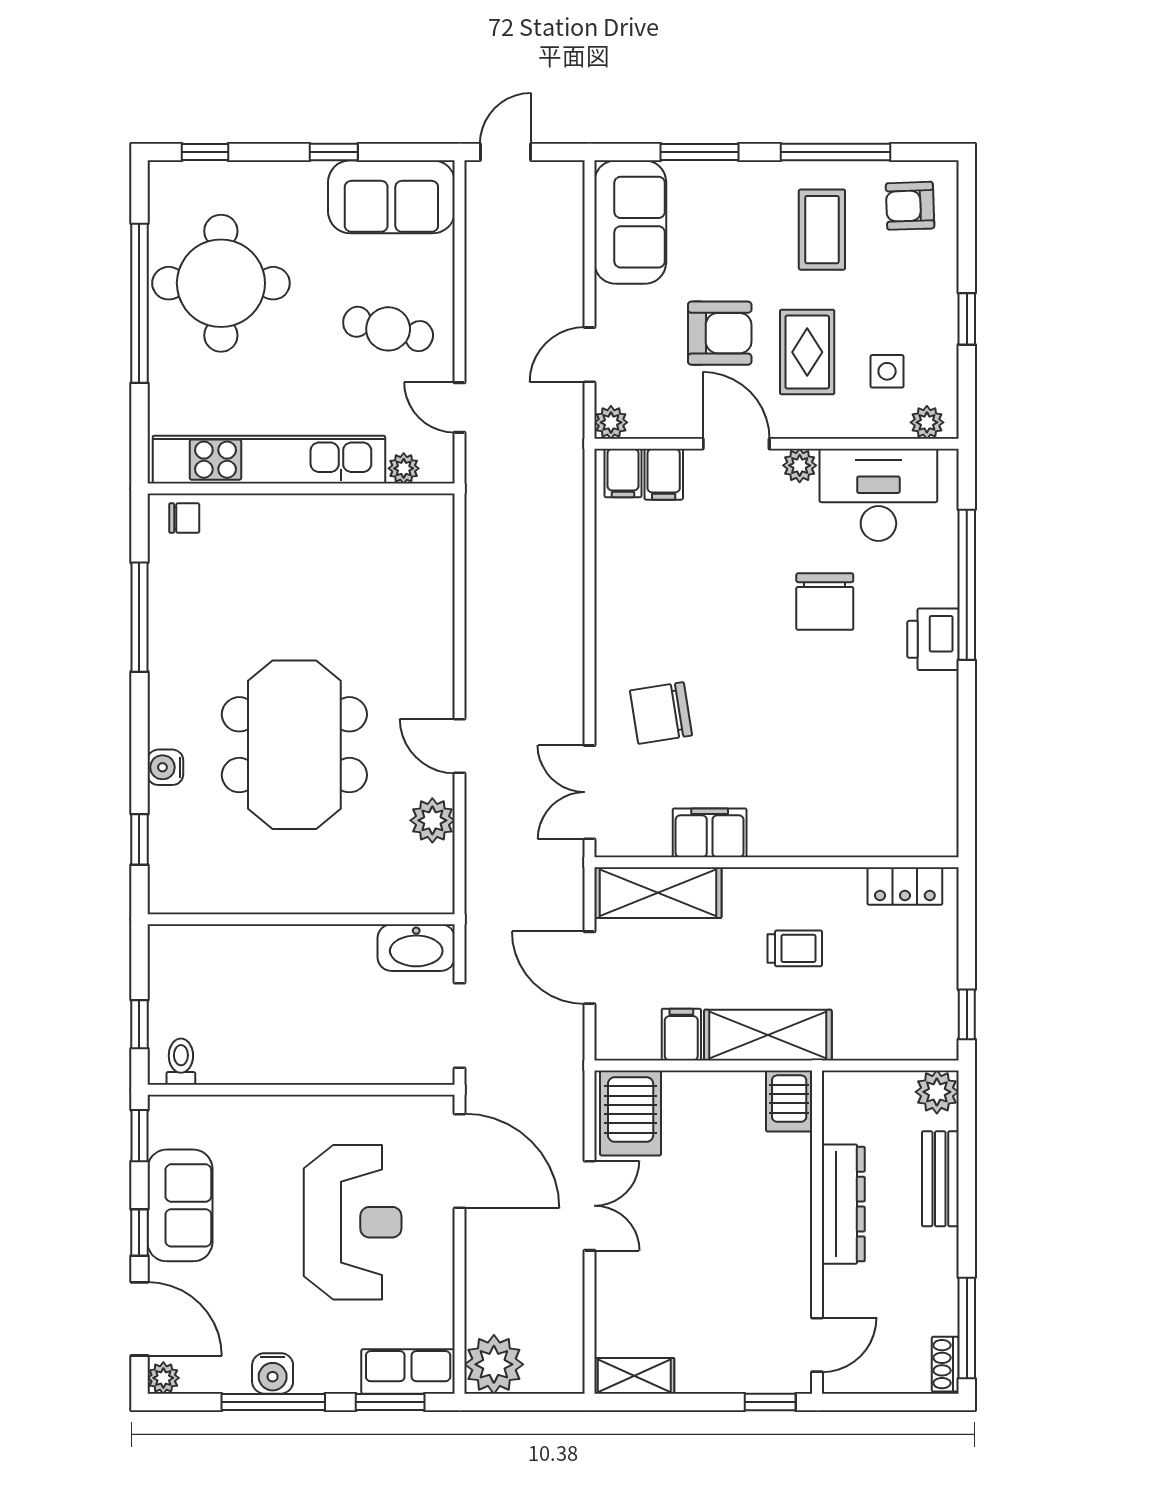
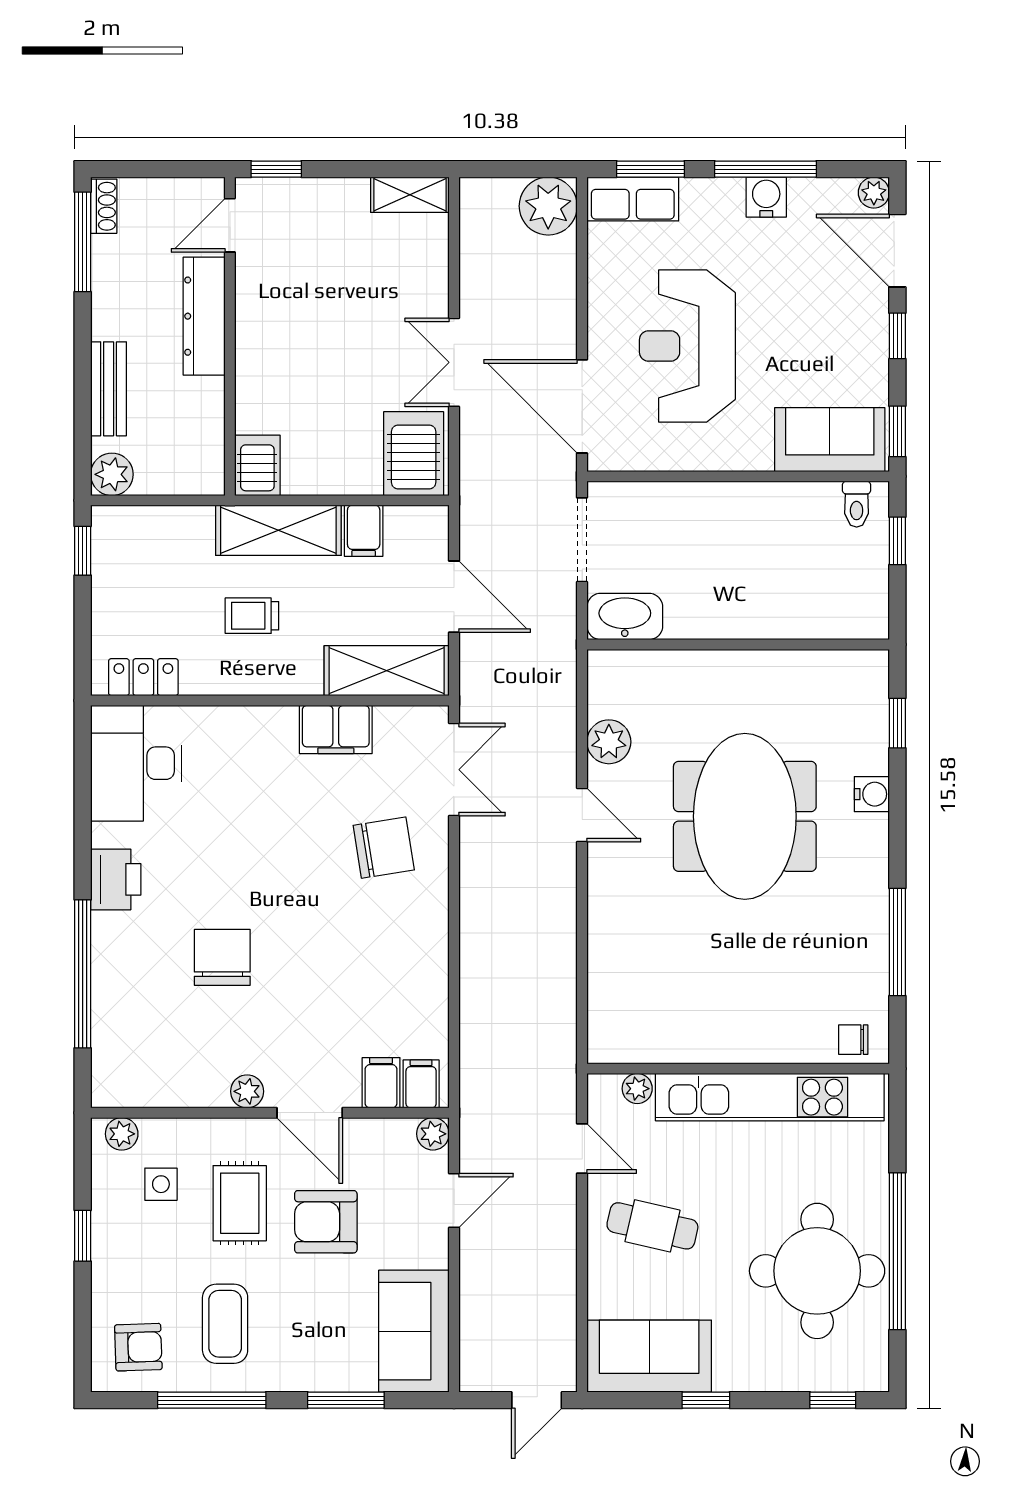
desk: (878, 495) -> (136, 763), moved, turned 90
printer: (933, 639) -> (116, 879), moved
dresser: (843, 1204) -> (204, 316), moved
sofa: (180, 1205) -> (830, 440), moved, turned 90

